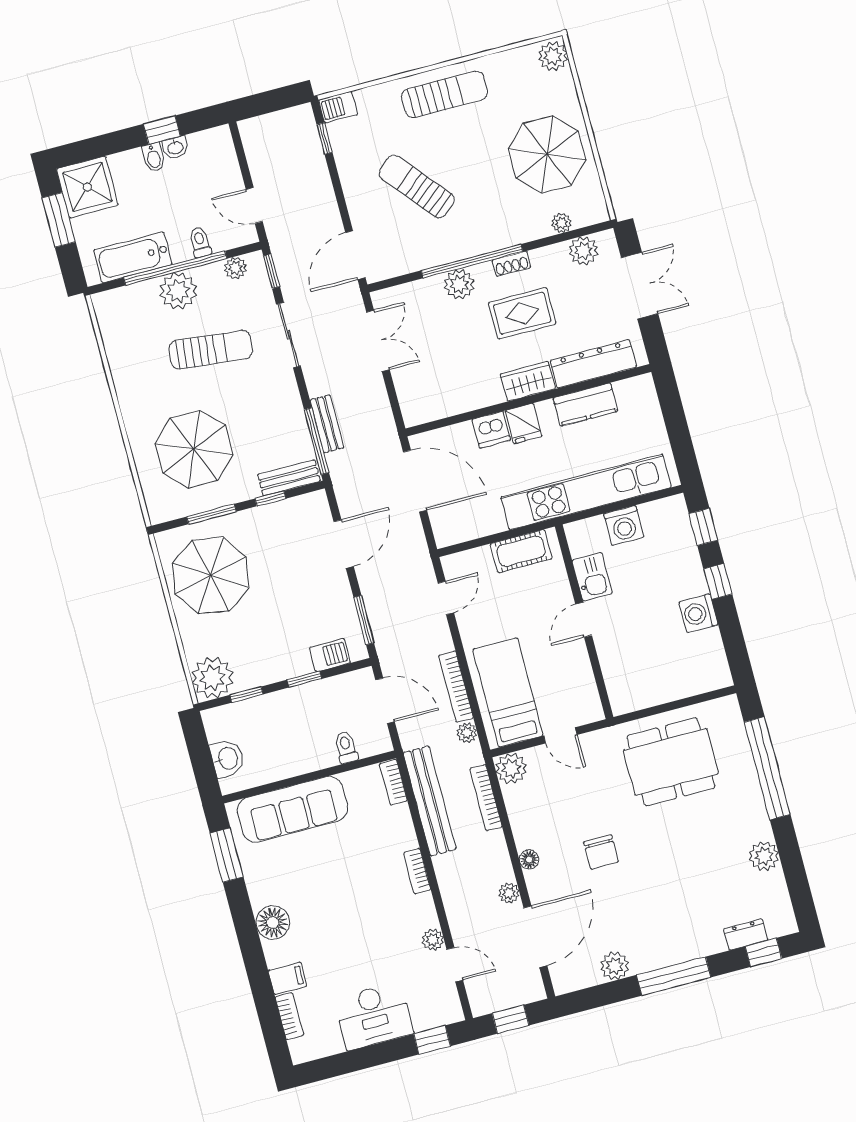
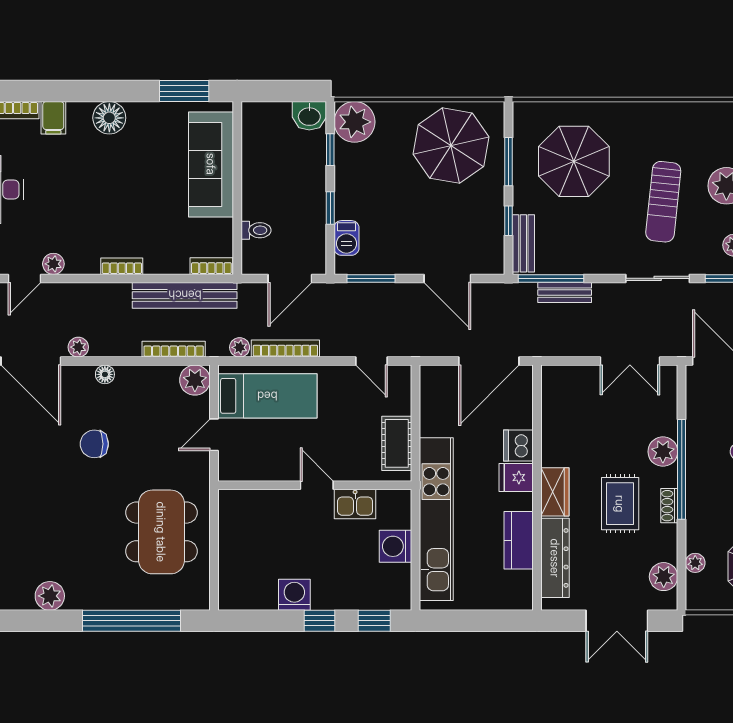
washbasin: (227, 759) -> (309, 116), moved

